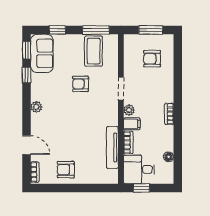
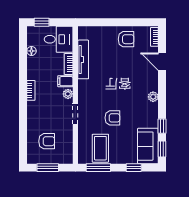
window: (142, 188) -> (42, 22), moved

